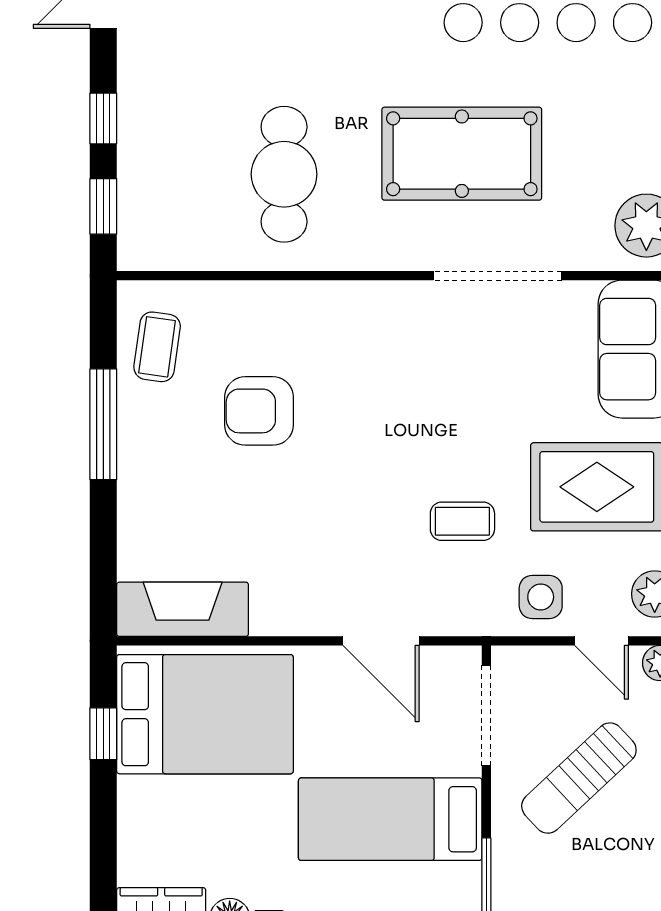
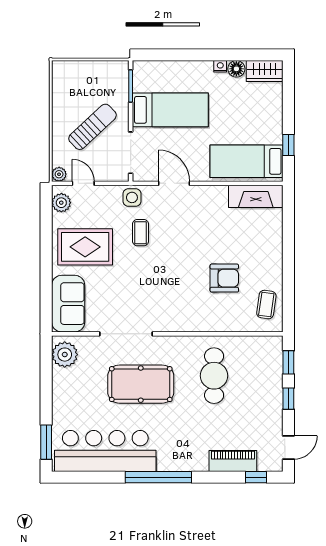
window: (103, 424) -> (288, 273), removed
coffee table: (462, 521) -> (141, 233), turned 90
side table: (541, 597) -> (132, 197), moved
bed: (205, 714) -> (247, 161), width x0.67

